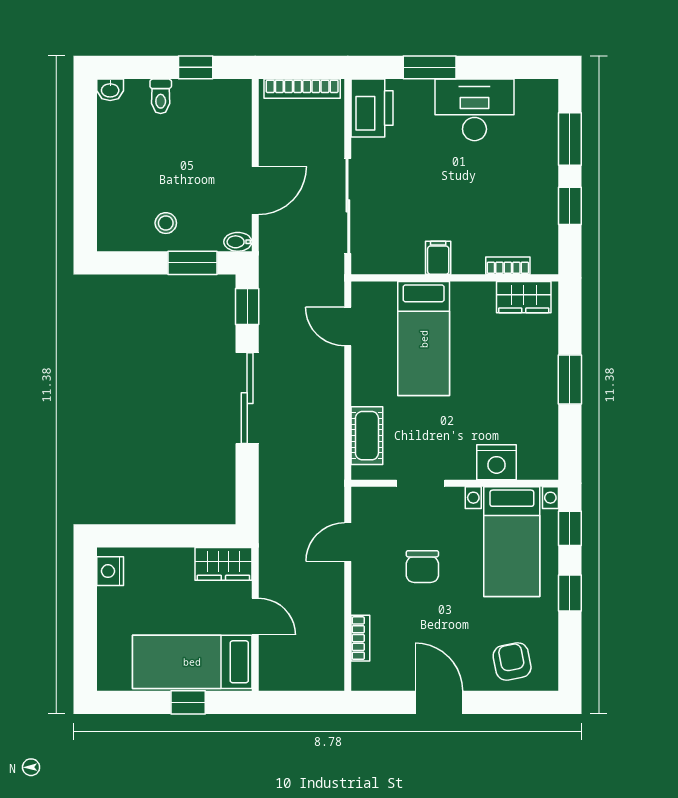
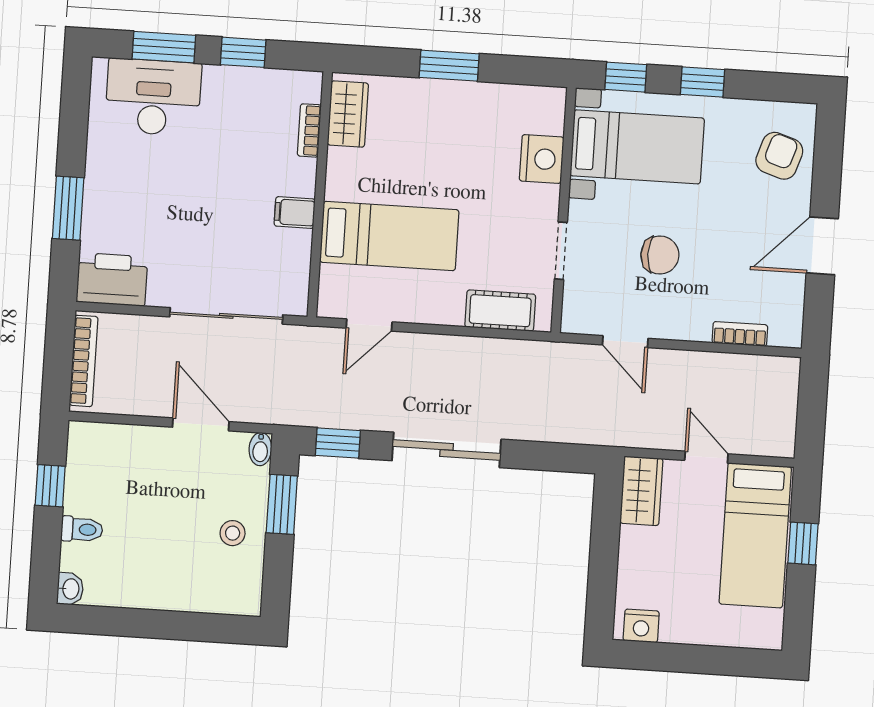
desk: (474, 110) -> (153, 97), moved, turned 90
door: (255, 617) -> (706, 457), hinge flipped
armchair: (512, 661) -> (779, 156), turned 119

